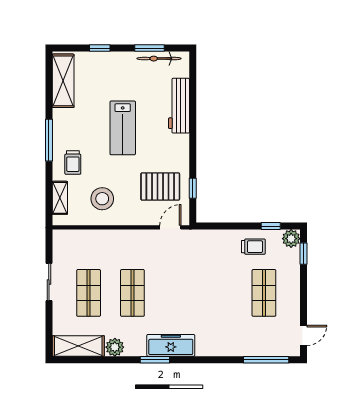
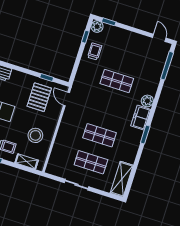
shop shelf: (264, 293) -> (117, 81), moved
freezer: (171, 345) -> (141, 118), width x0.71
plant: (115, 347) -> (147, 101), moved

